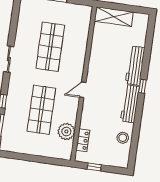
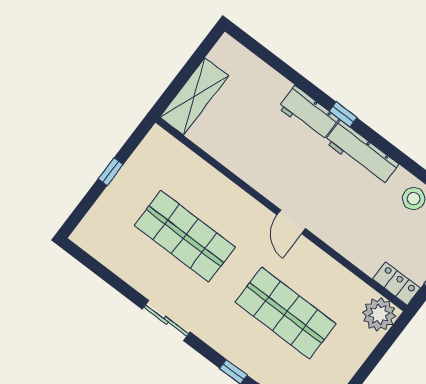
workbench: (135, 66) -> (308, 113), width x0.73
plant: (66, 131) -> (379, 314), moved
locker: (83, 140) -> (396, 284), moved

